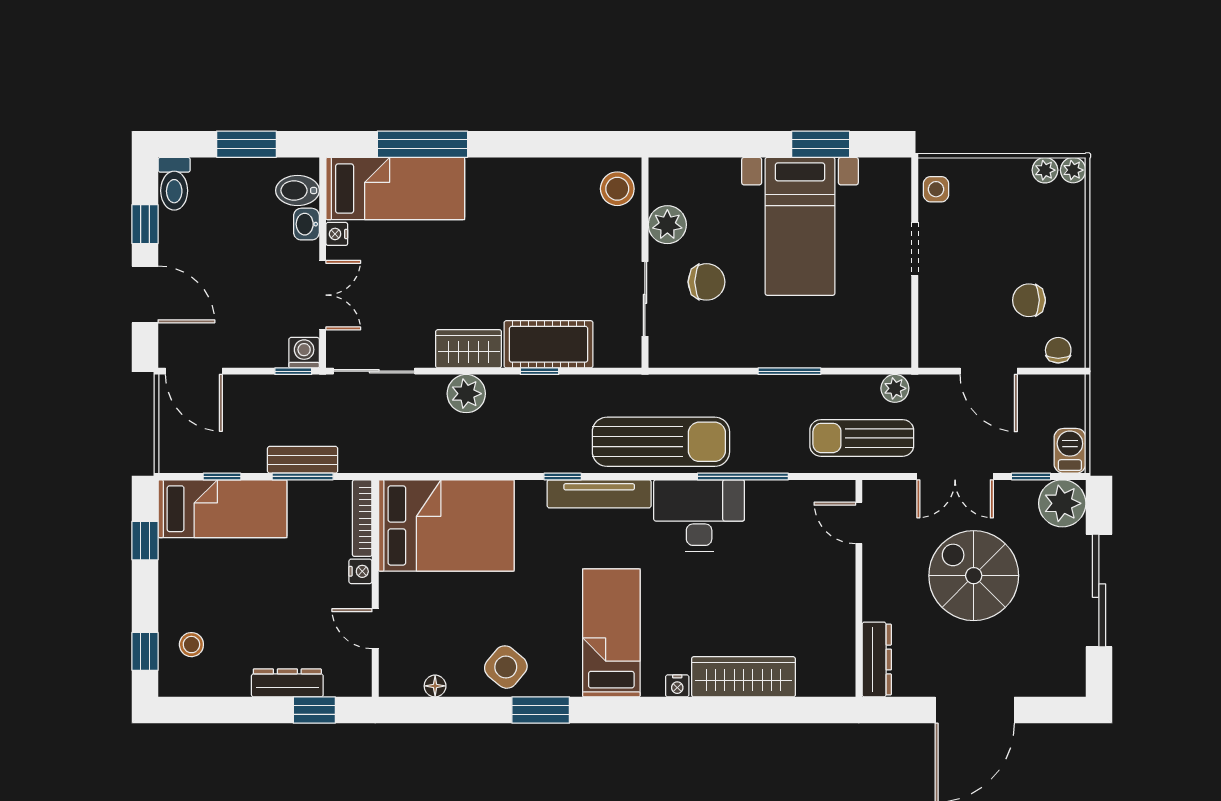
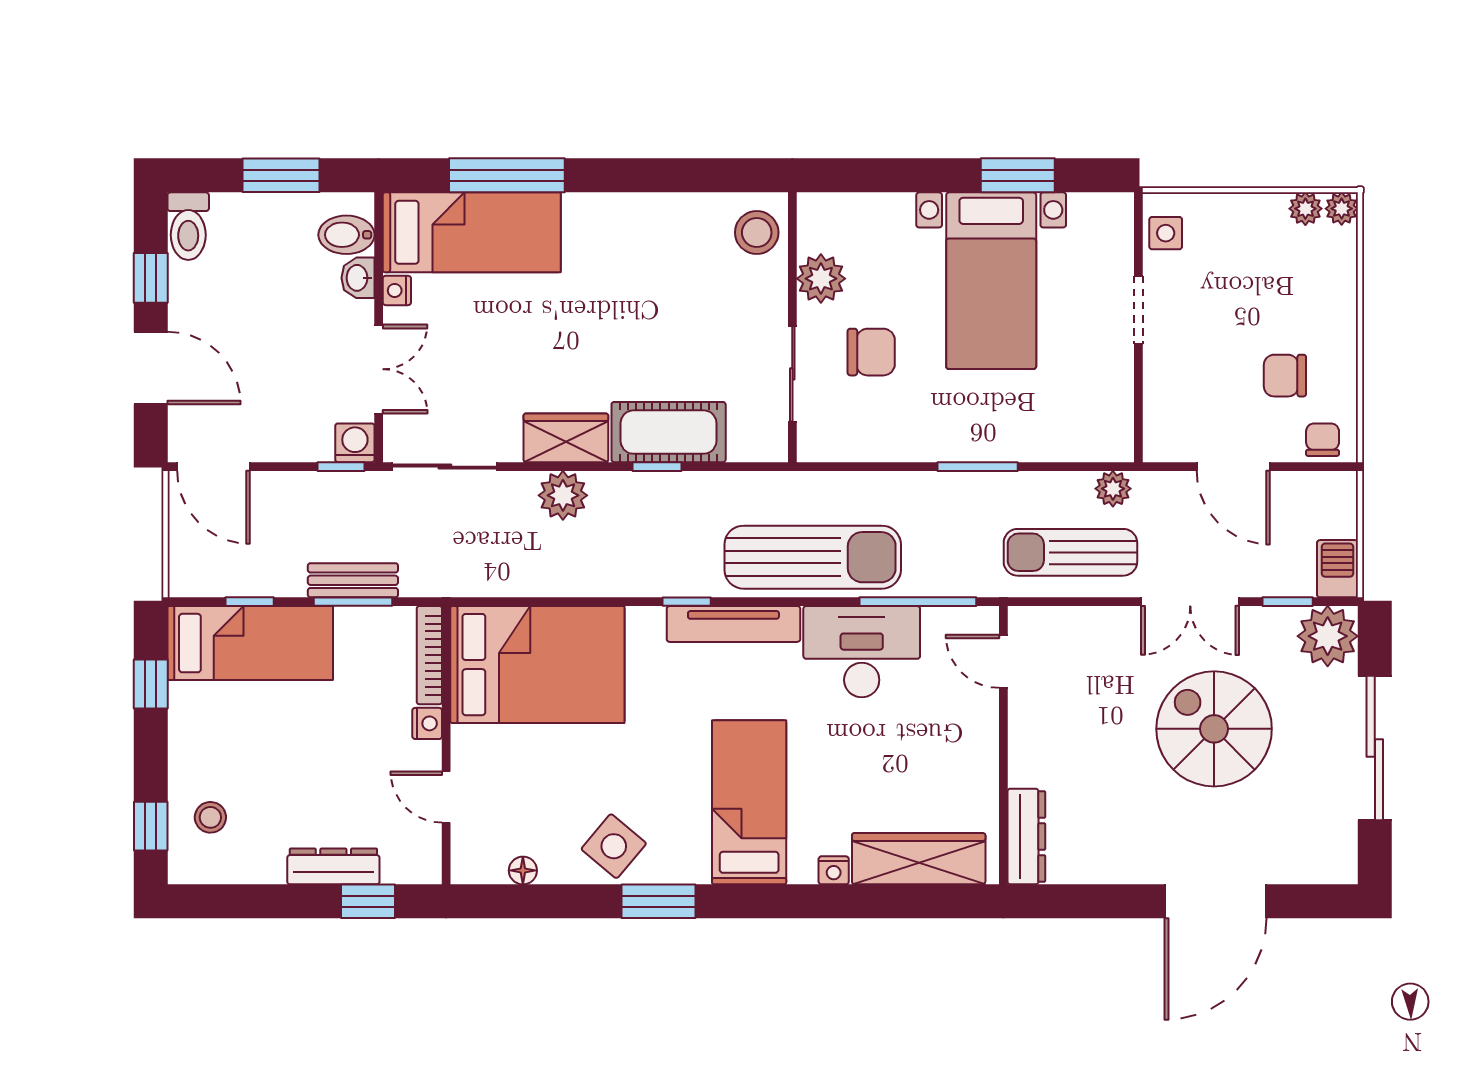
door: (859, 523) -> (1003, 661), moved
wall: (859, 588) -> (1003, 745), moved
dresser: (877, 659) -> (1026, 837), moved

